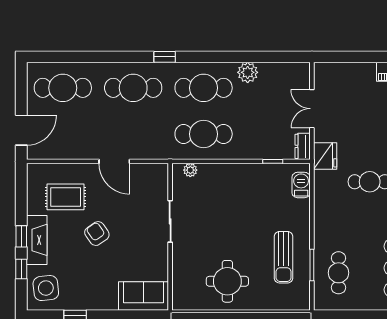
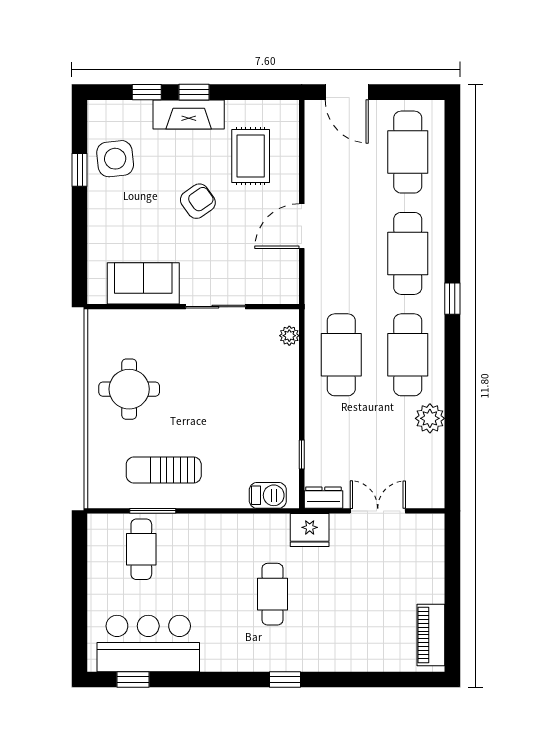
cafe table: (339, 273) -> (141, 549), turned 90
side table: (46, 288) -> (115, 159), moved
sofa: (143, 296) -> (143, 283), moved, turned -90

